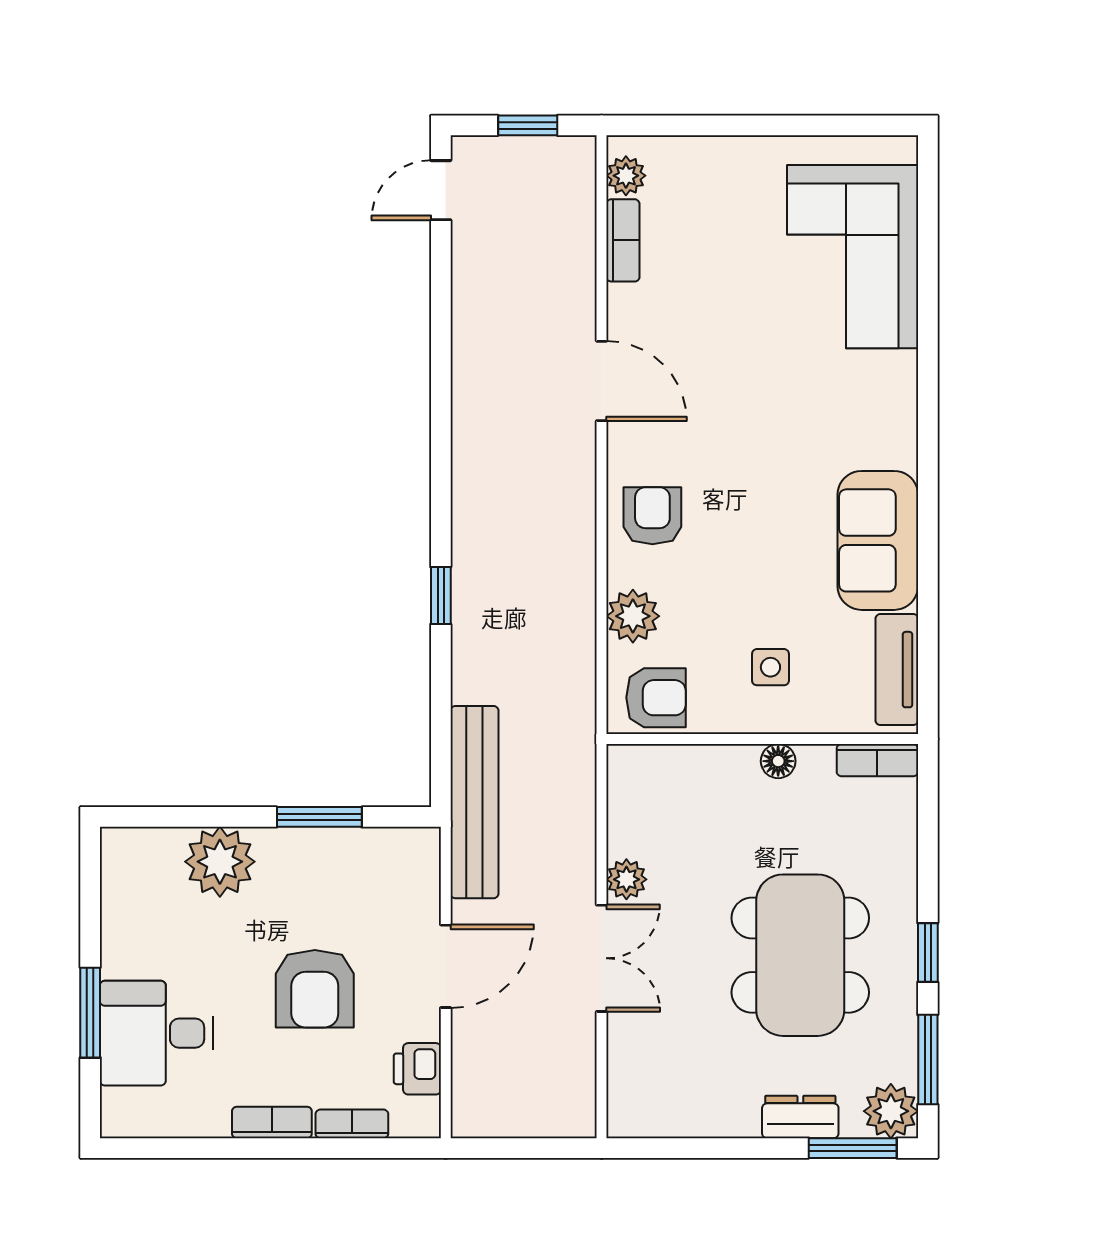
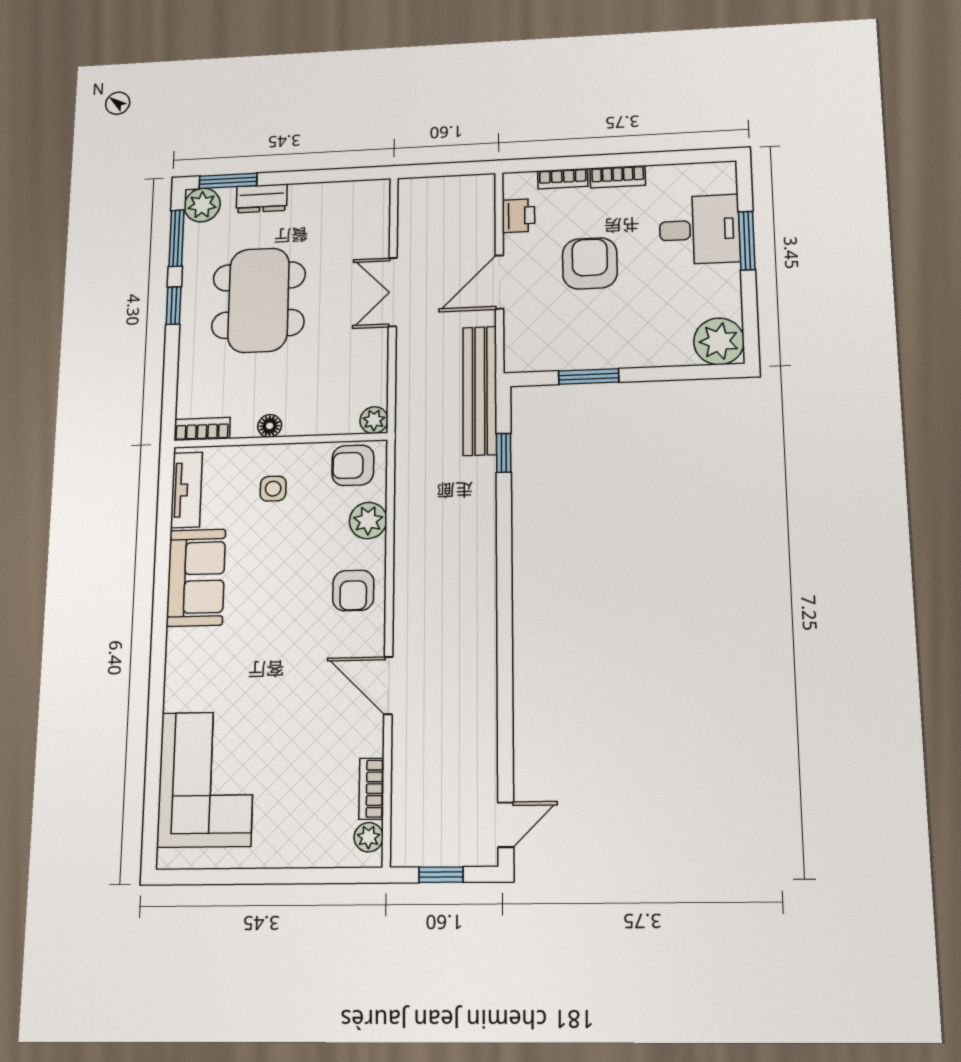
window: (441, 595) -> (504, 453), moved
plant: (220, 862) -> (719, 341), moved
plant: (626, 879) -> (374, 420), moved

